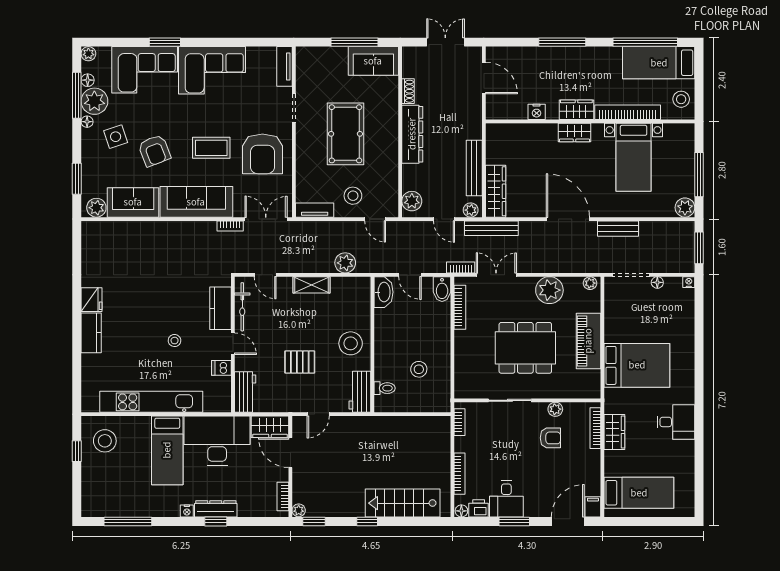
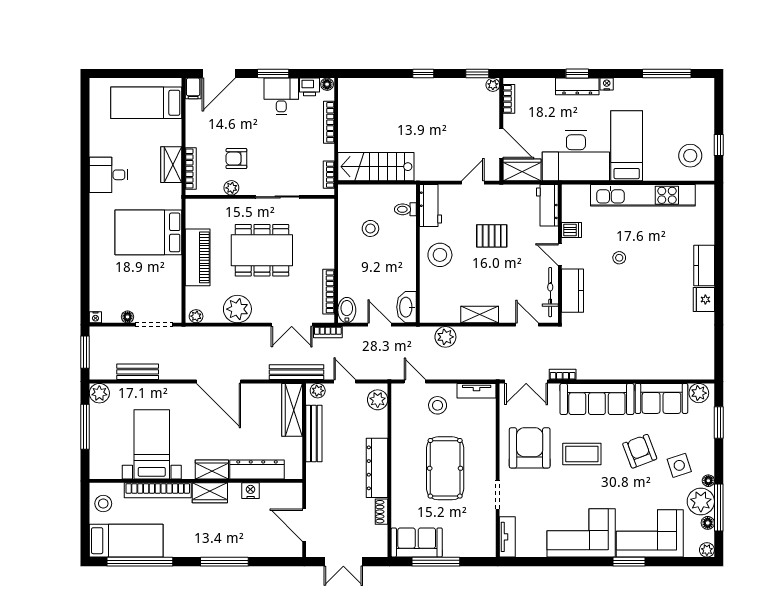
dresser: (530, 133) -> (257, 469), added
bench: (618, 229) -> (138, 372), moved
stairs: (403, 503) -> (376, 167), moved, turned 180

